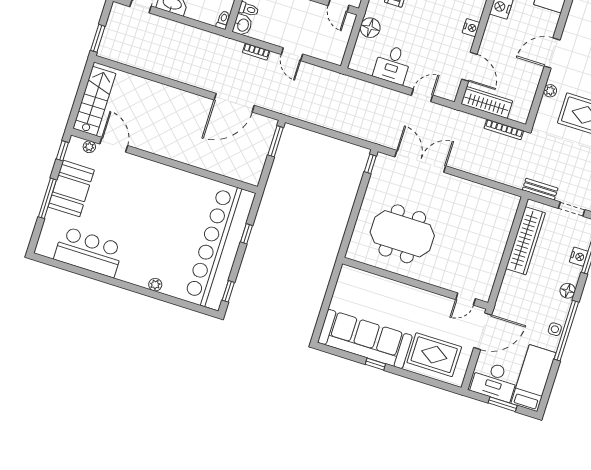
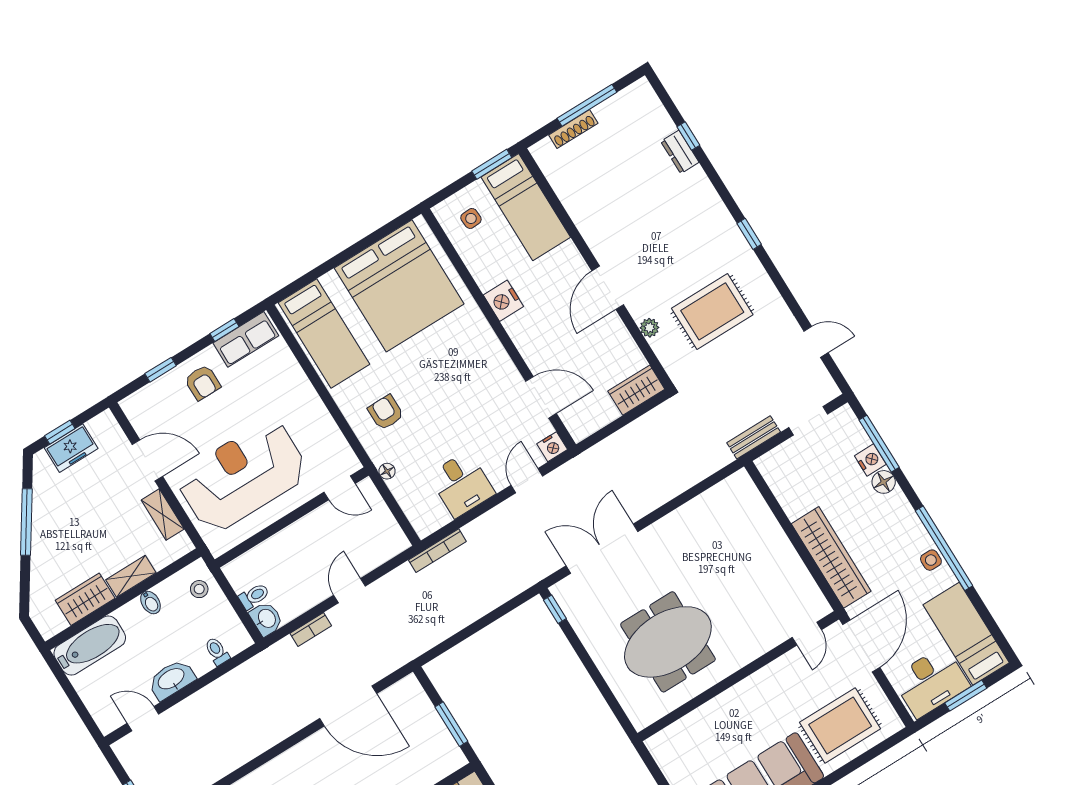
toilet: (223, 20) -> (217, 651), moved
floor lamp: (370, 28) -> (387, 471), width x0.53, depth x0.53
nightstand: (471, 28) -> (552, 447), moved, turned 90
door: (292, 54) -> (349, 591), swing flipped
wardrobe: (487, 102) -> (636, 390), moved, width x0.67
door: (234, 103) -> (348, 706), hinge flipped
bookcase: (504, 129) -> (437, 551), moved
window: (276, 141) -> (451, 724), moved
wardrobe: (526, 241) -> (831, 557), moved
floor lamp: (568, 291) -> (884, 482), moved

